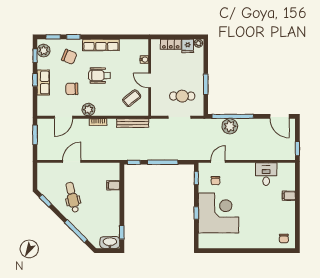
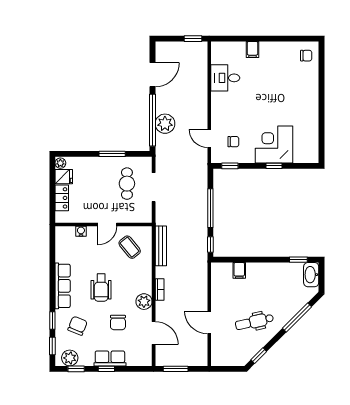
door: (280, 116) -> (152, 75), moved
corner desk: (219, 213) -> (274, 145), width x0.74, depth x0.74

